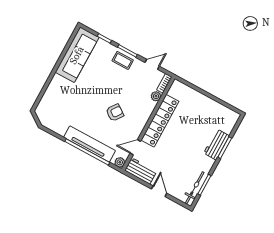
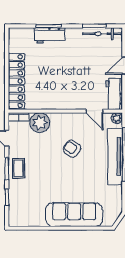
sofa: (77, 55) -> (74, 215), moved
plant: (156, 96) -> (40, 123), width x1.88, depth x1.88
locker: (160, 121) -> (16, 81), moved, turned 90

